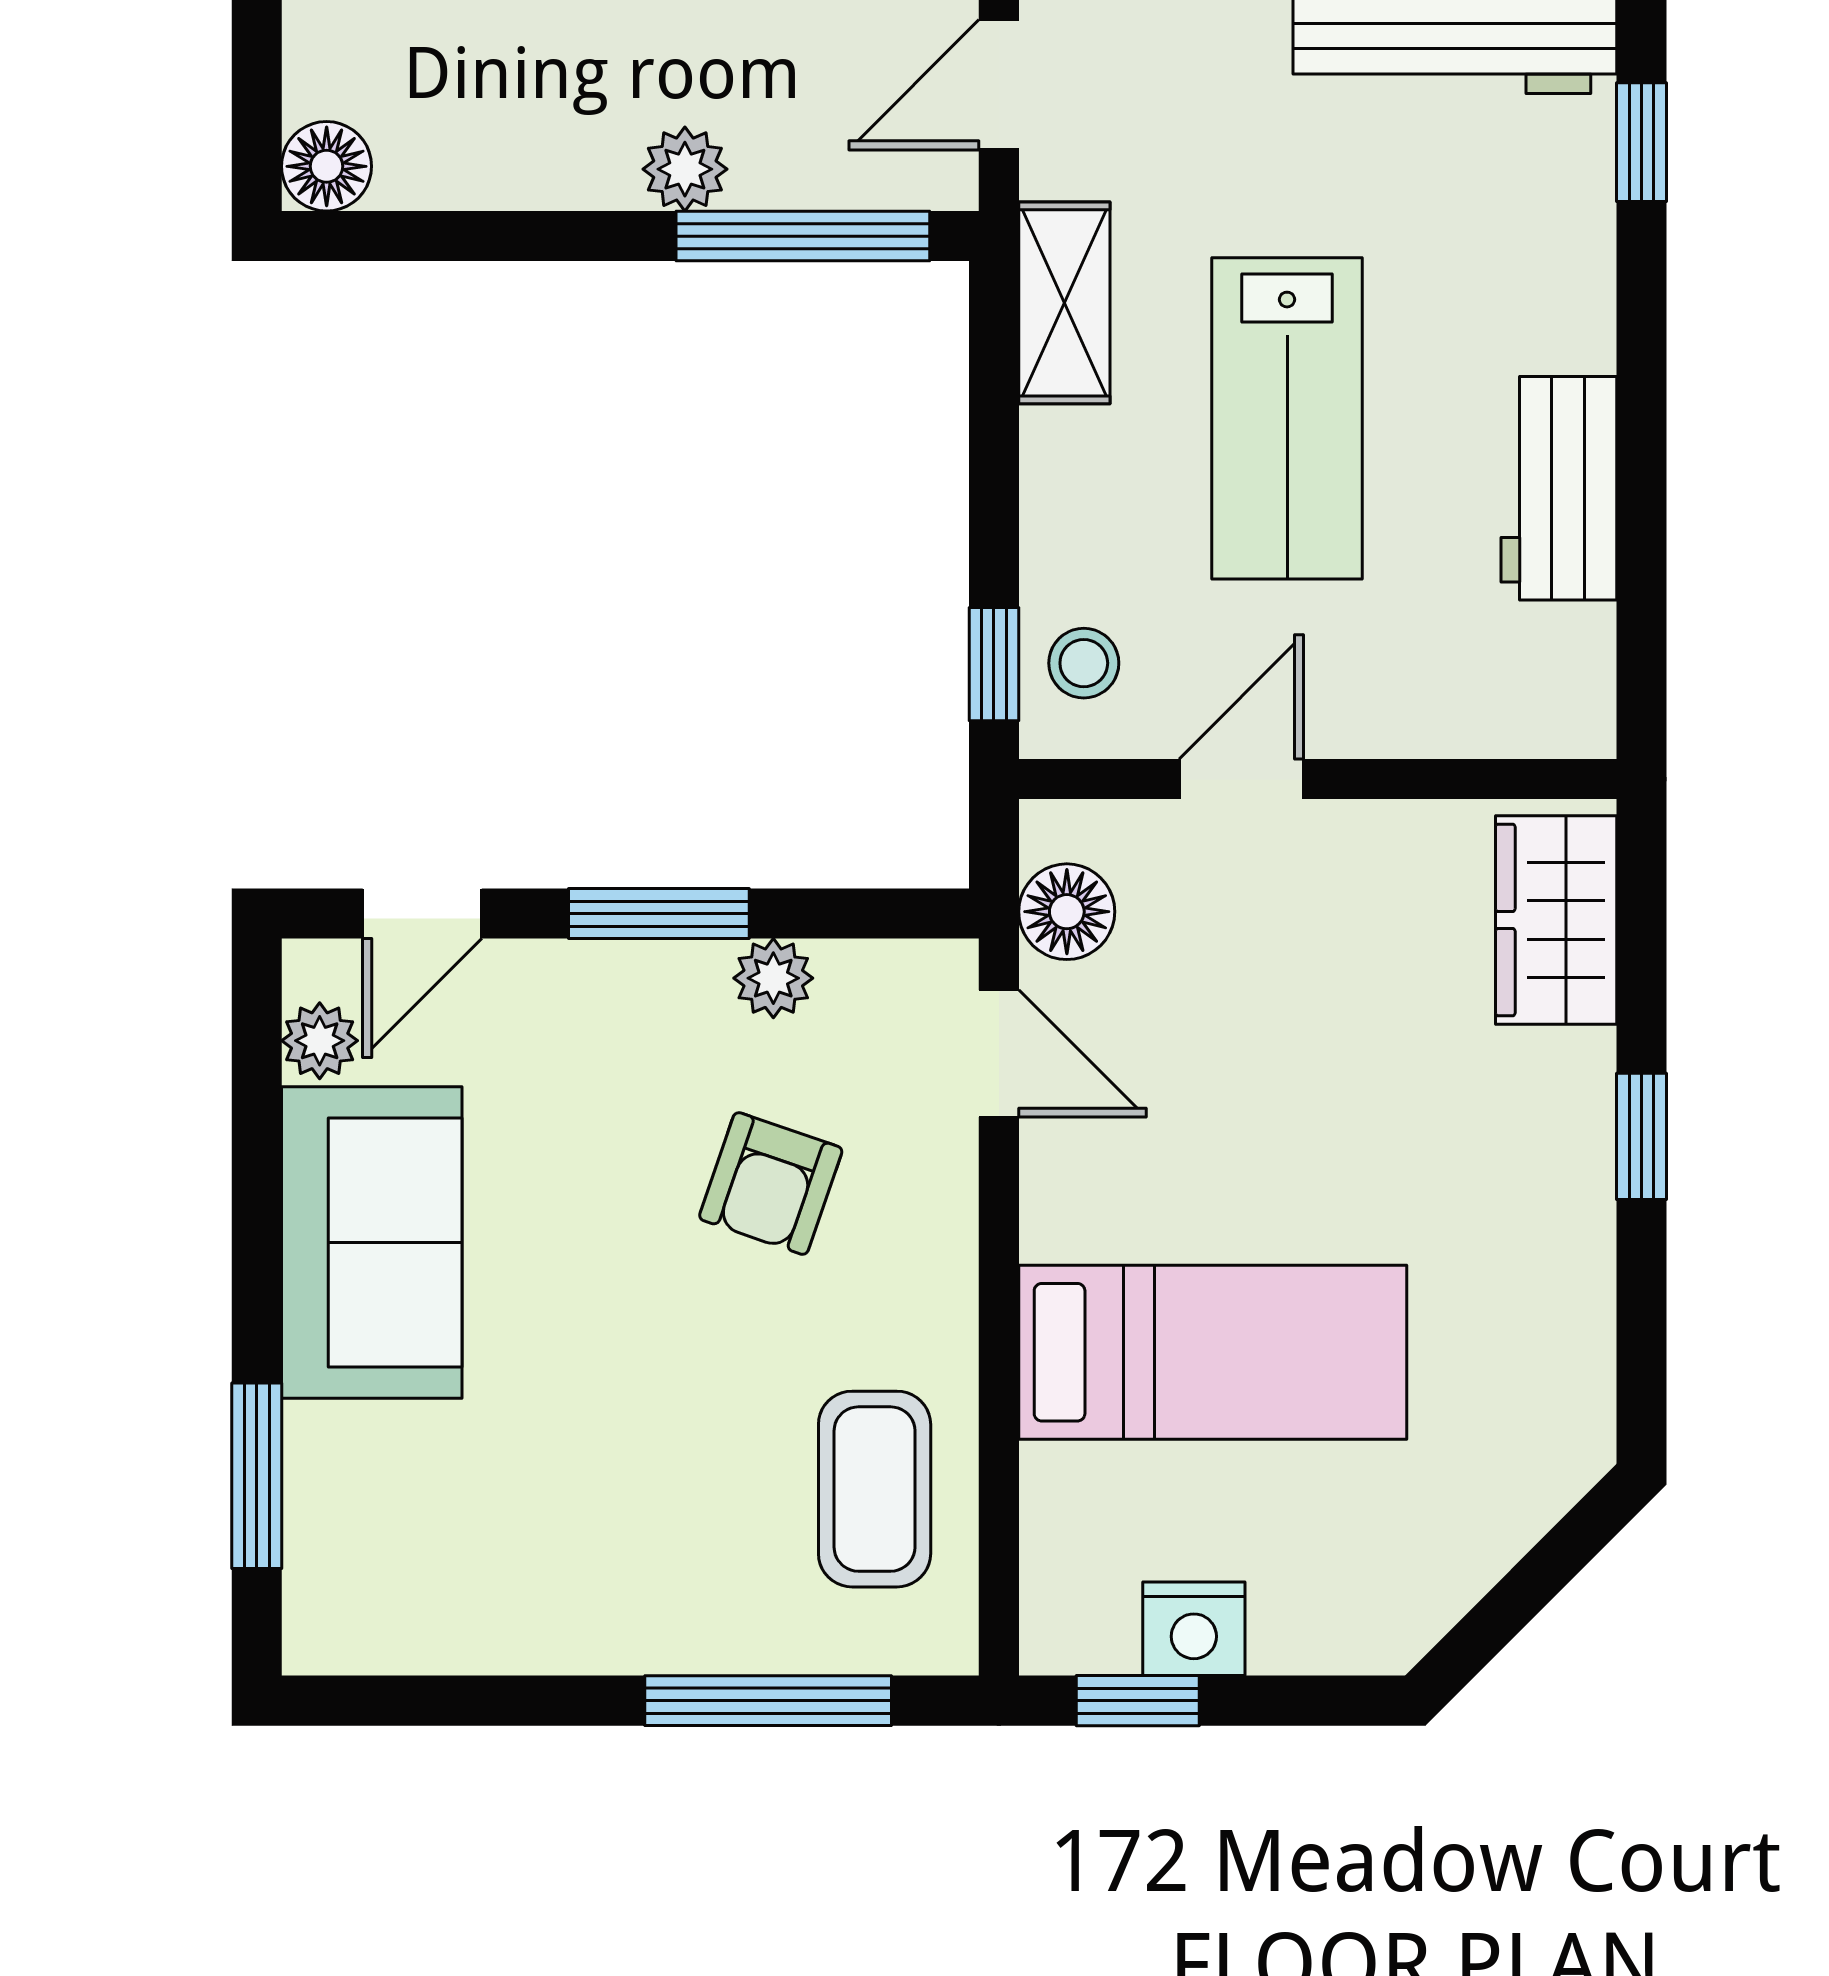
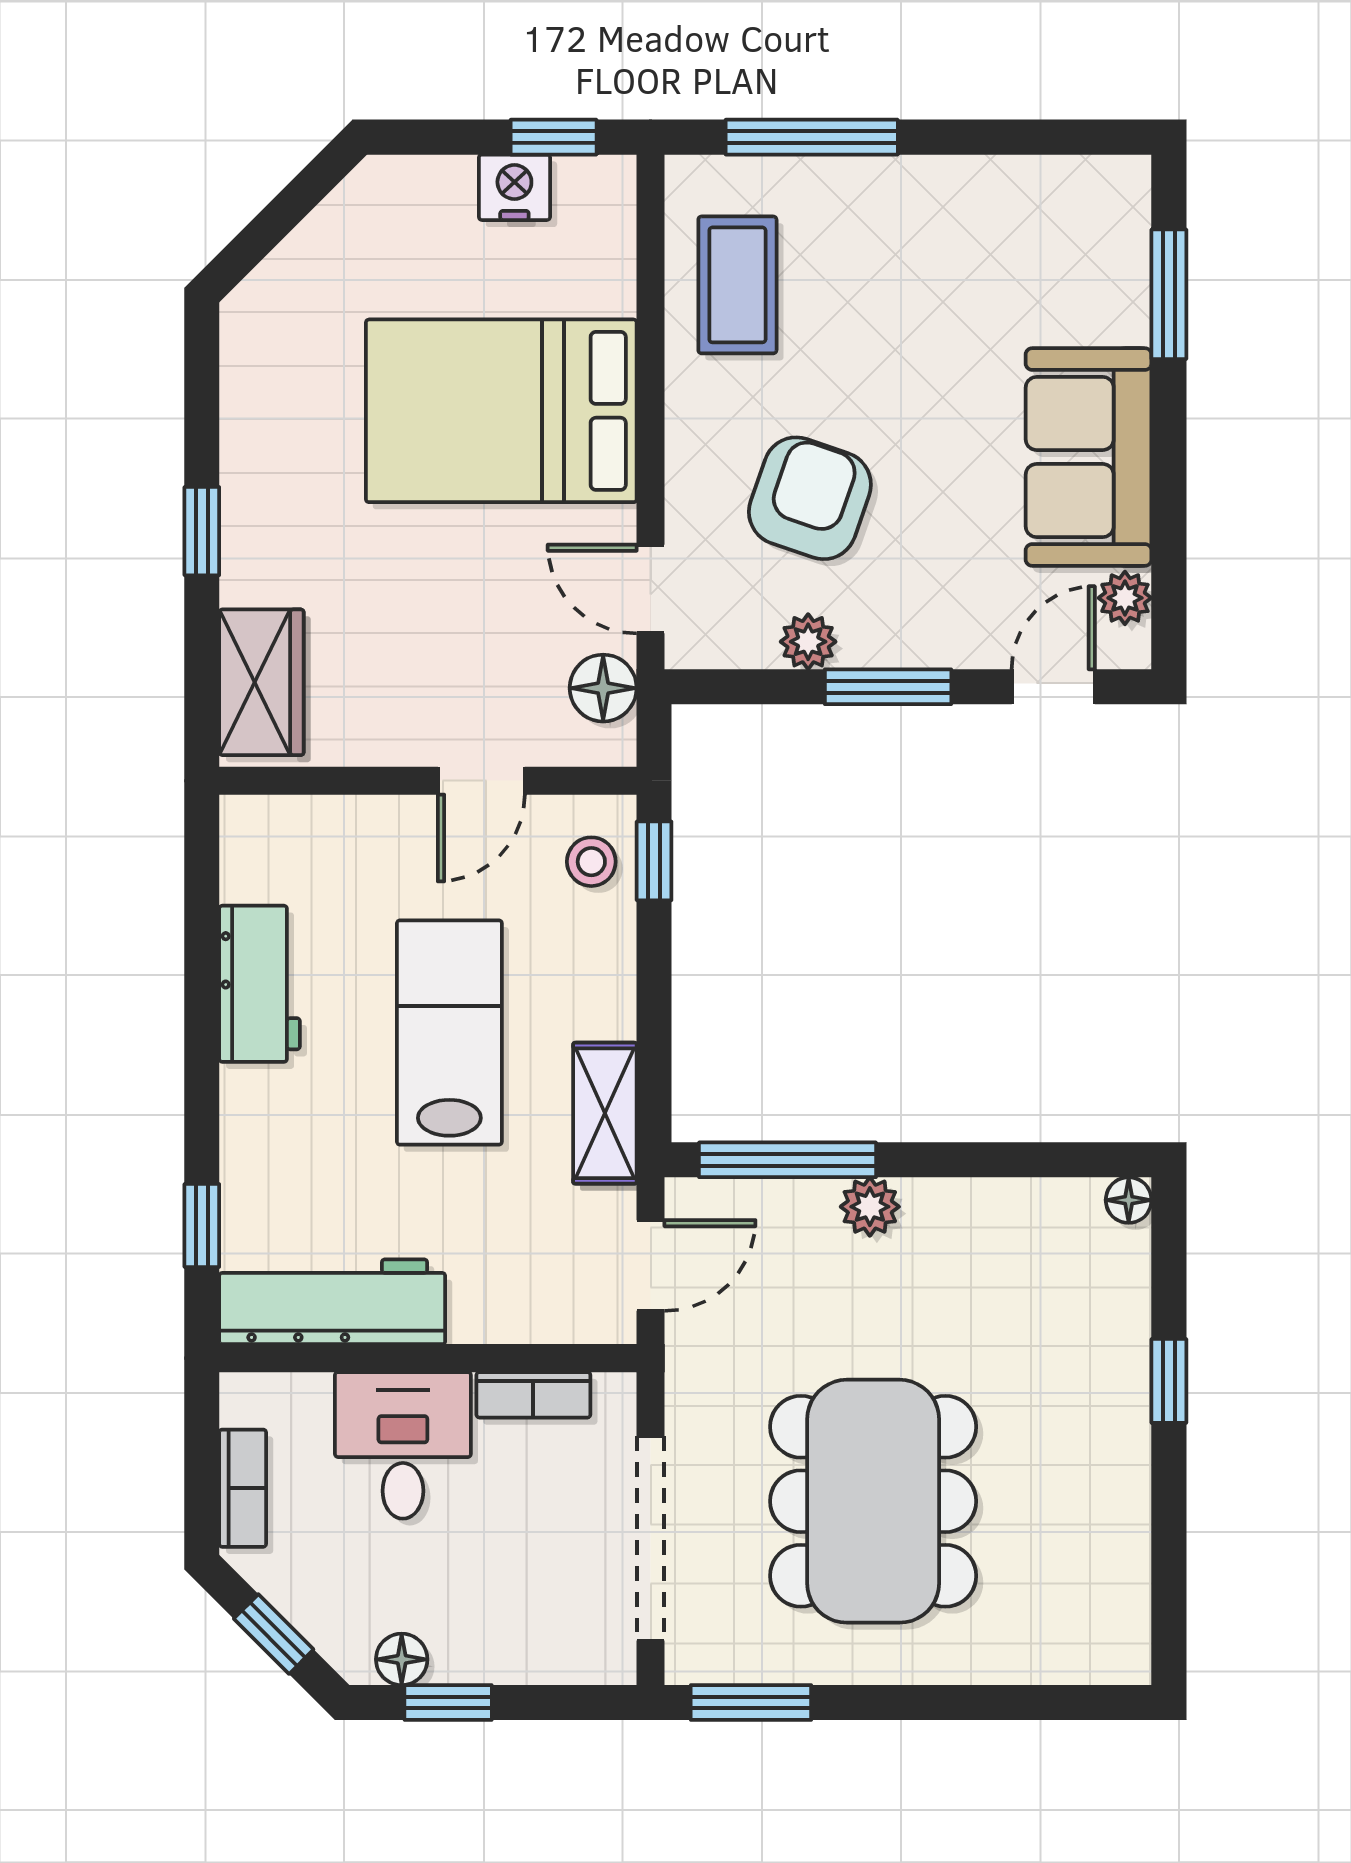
floor lamp: (327, 166) -> (1129, 1200), width x0.73, depth x0.73
armchair: (771, 1183) -> (810, 498), width x1.38, depth x1.38
bed: (1213, 1352) -> (501, 411), width x1.50

